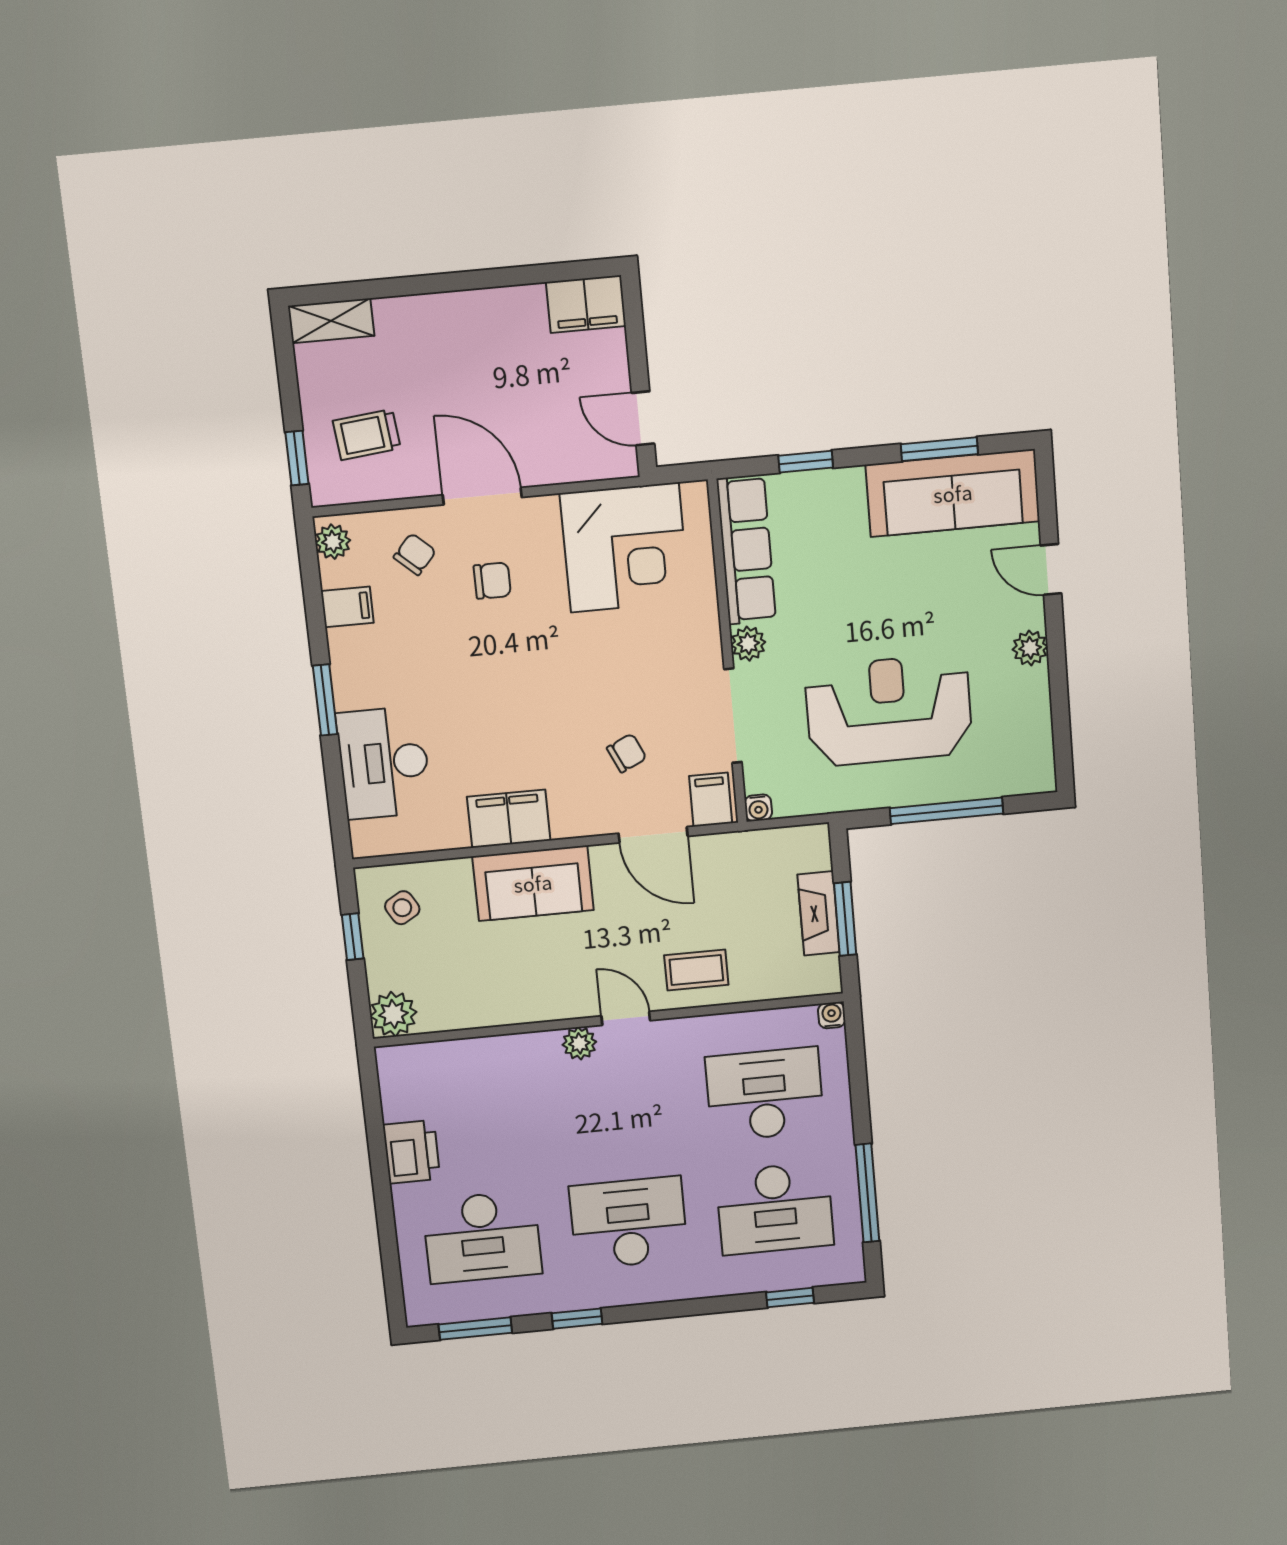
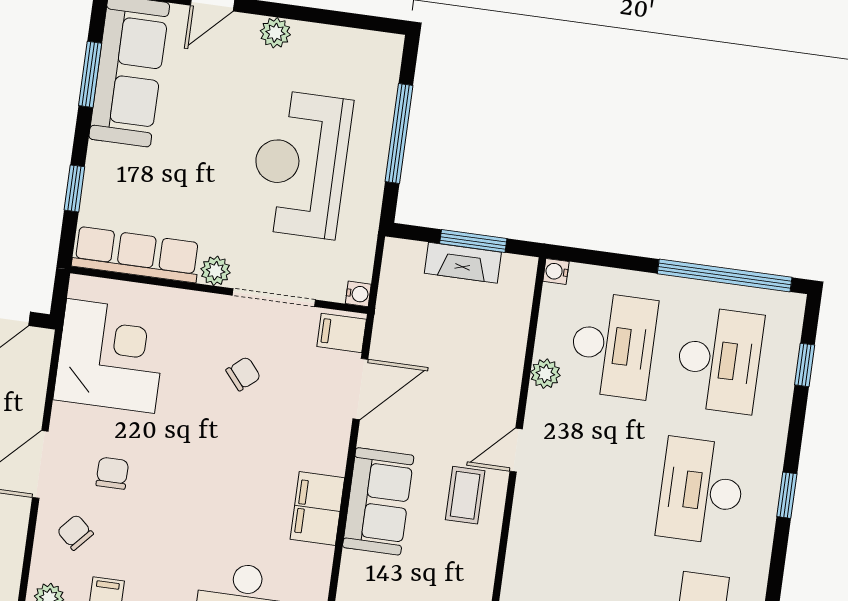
chair: (627, 753) -> (243, 374), moved, turned 75
coffee table: (696, 970) -> (465, 495), moved
plant: (579, 1043) -> (545, 374), moved
desk: (765, 1094) -> (613, 345), turned 180
window: (867, 1193) -> (725, 276), width x1.46
window: (577, 1319) -> (787, 495), moved

